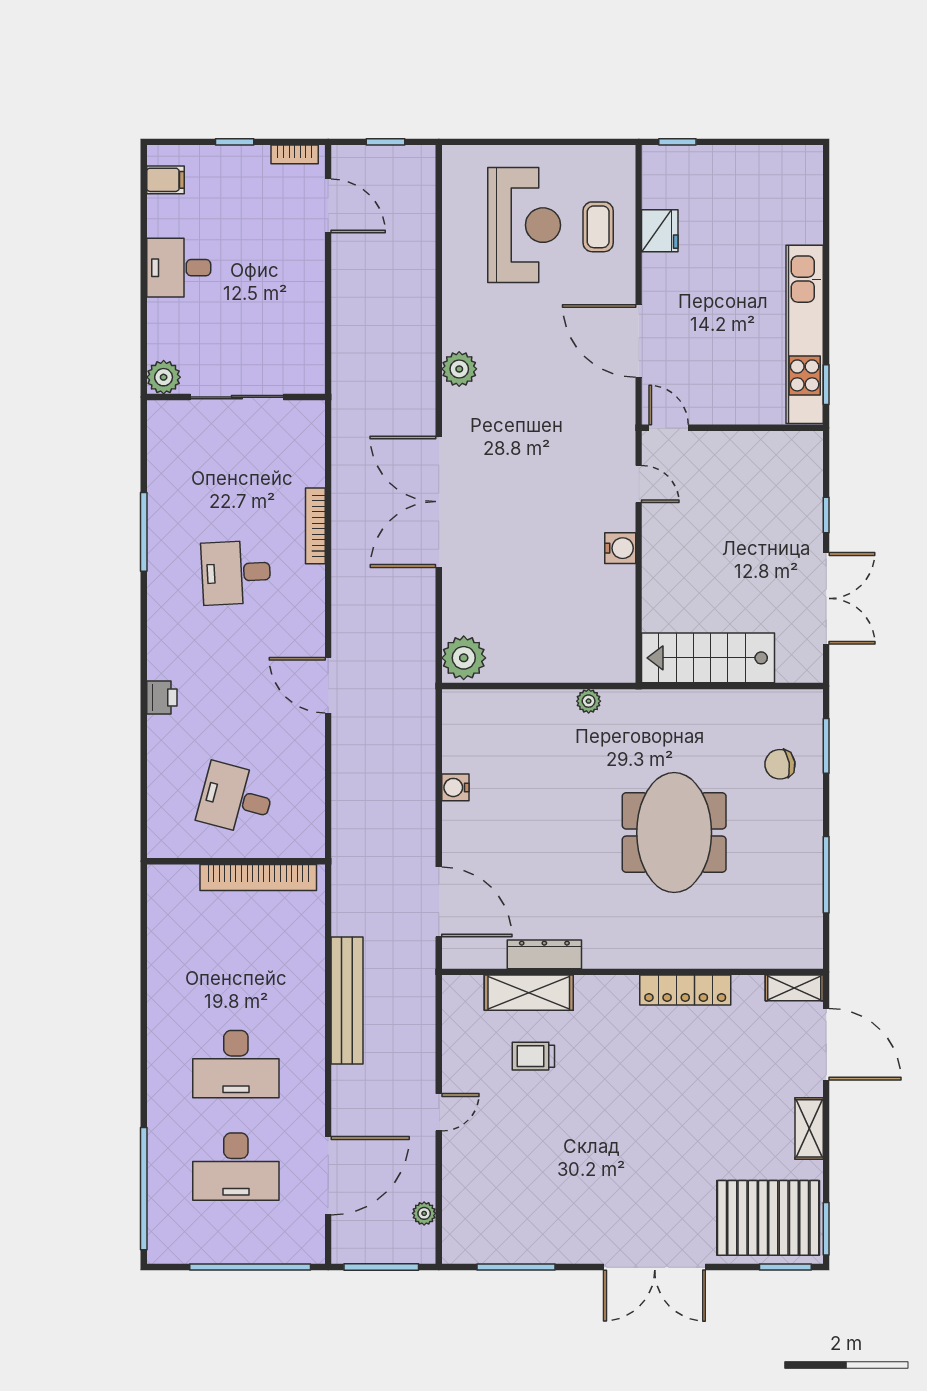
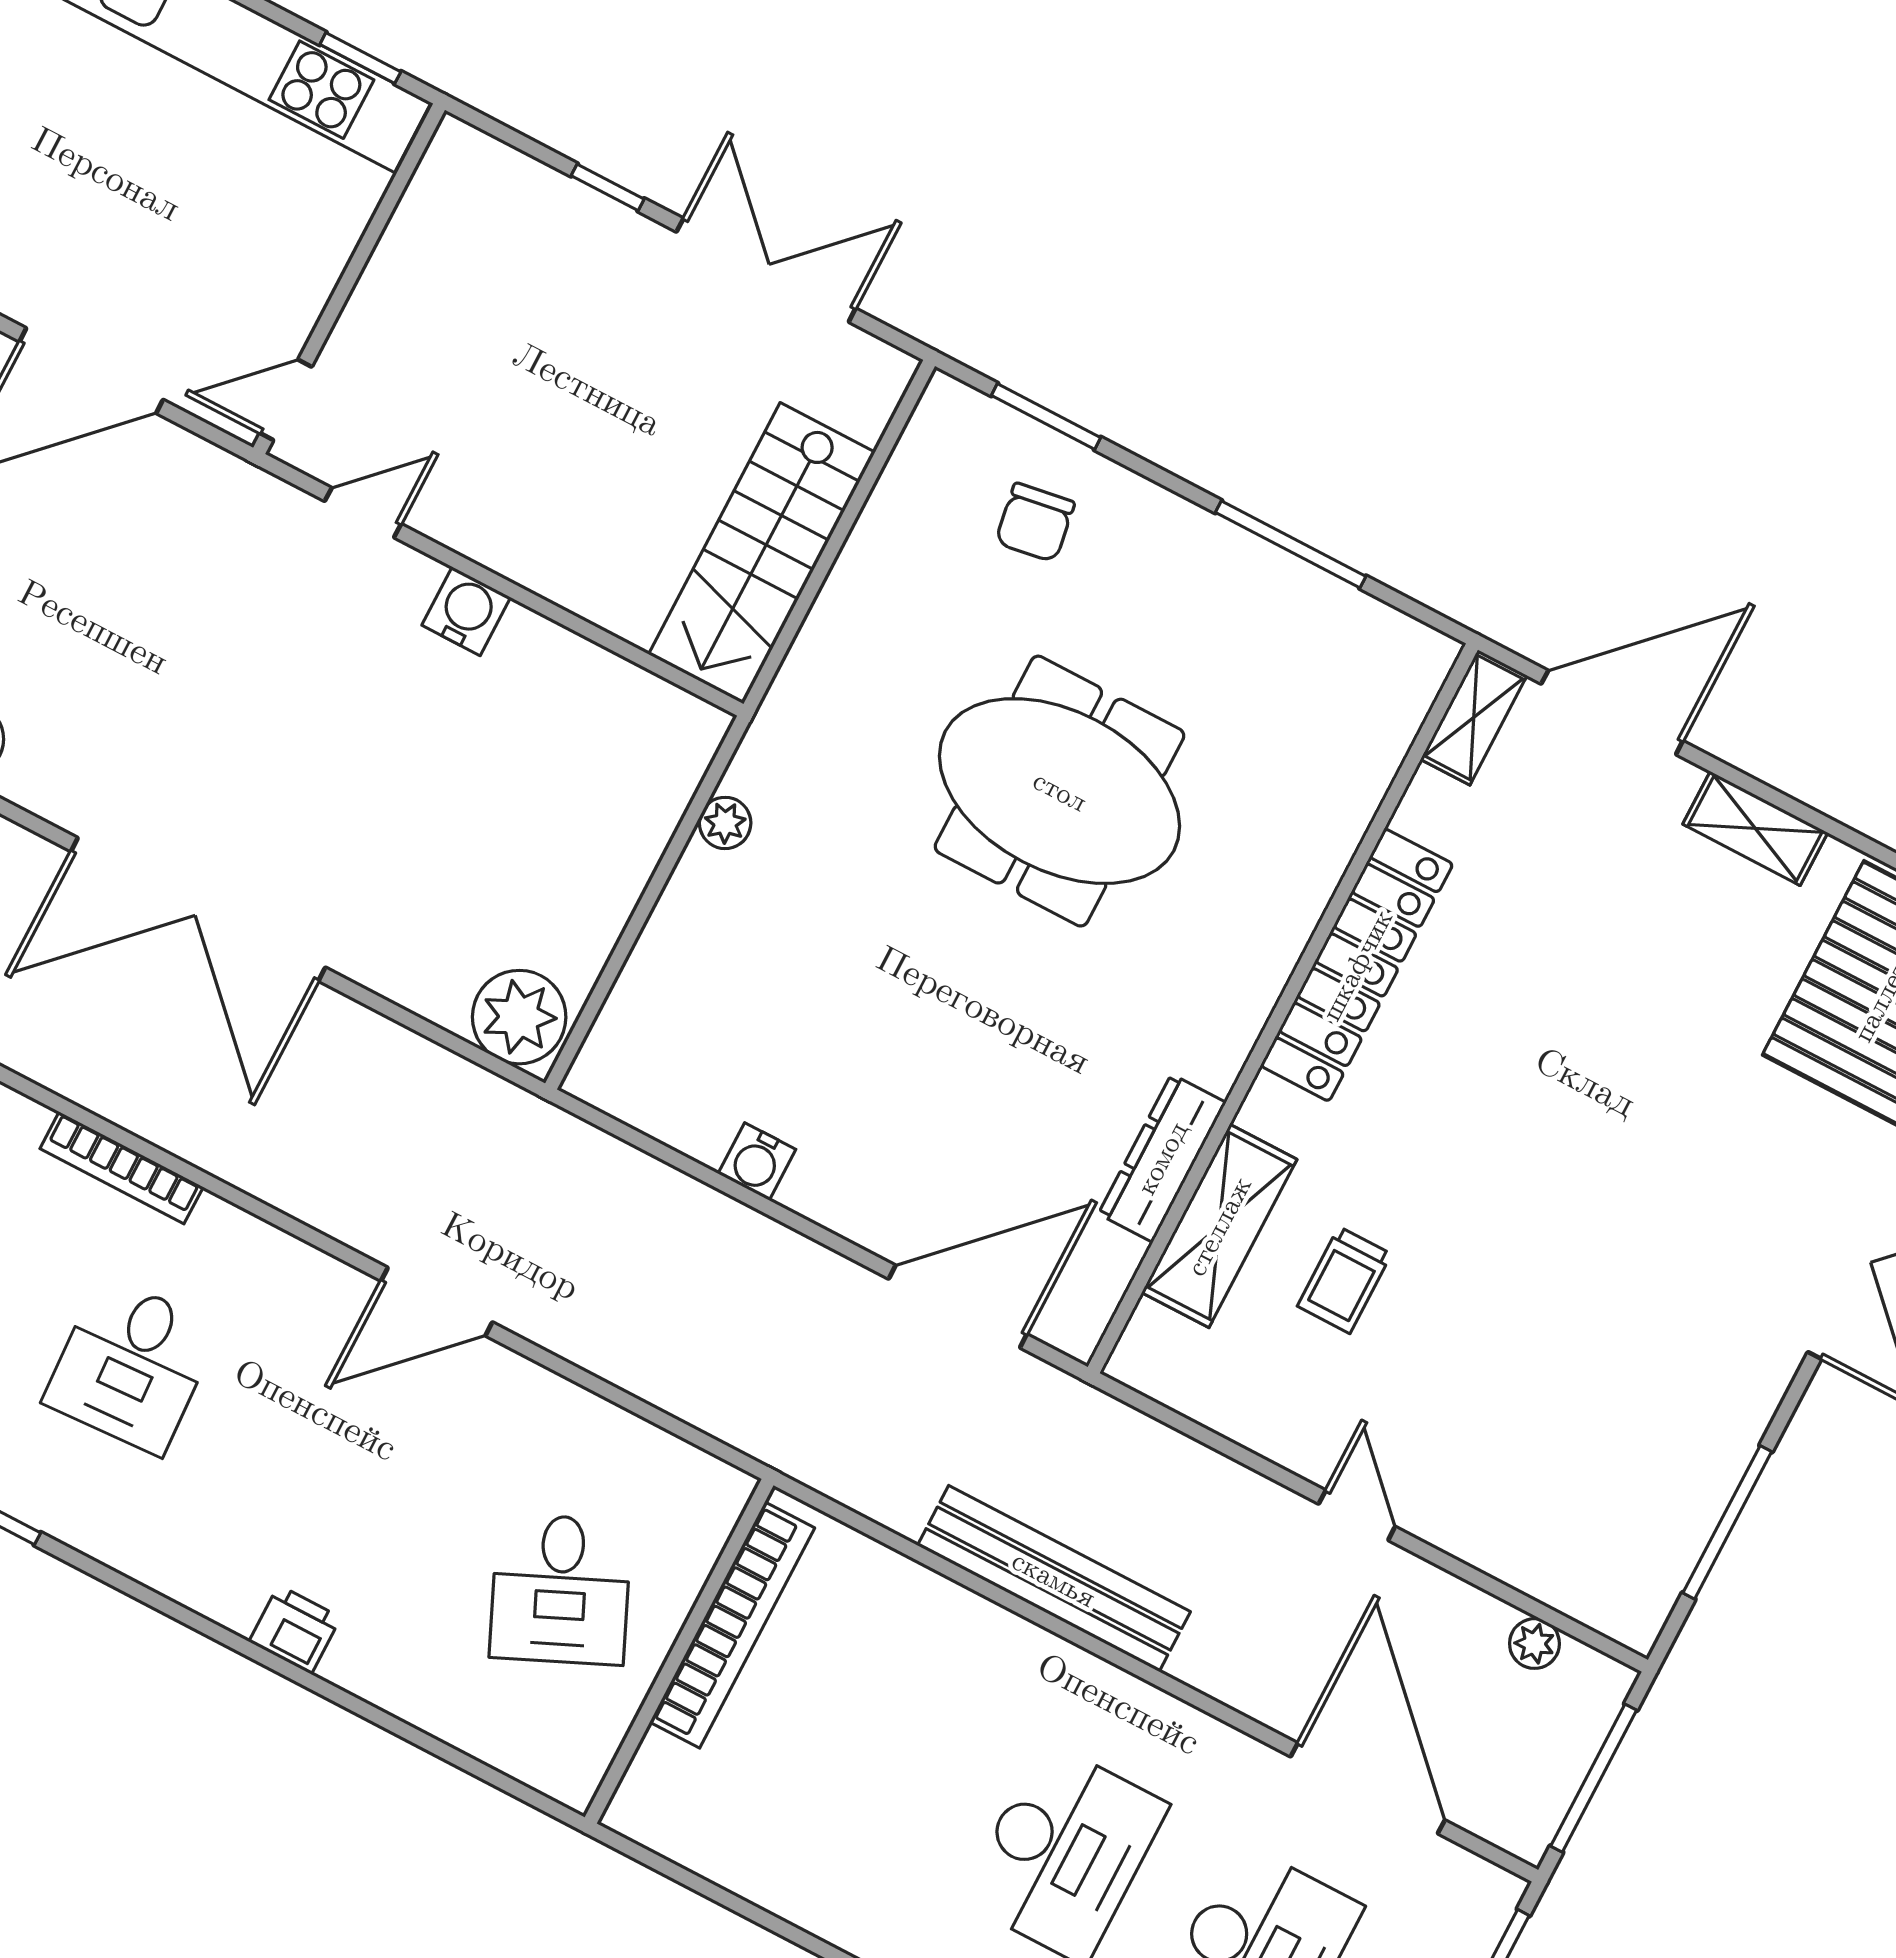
desk: (236, 799) -> (561, 1589), turned -39
locker: (685, 990) -> (1357, 965), width x1.41, depth x1.21

